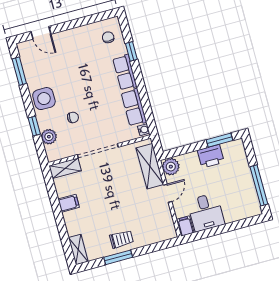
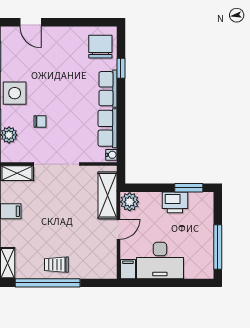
chair: (108, 37) -> (100, 47), width x1.87, depth x1.87
desk: (206, 212) -> (160, 260), width x1.37
trolley: (121, 239) -> (56, 265), turned 180
window: (118, 257) -> (48, 283), width x2.11

